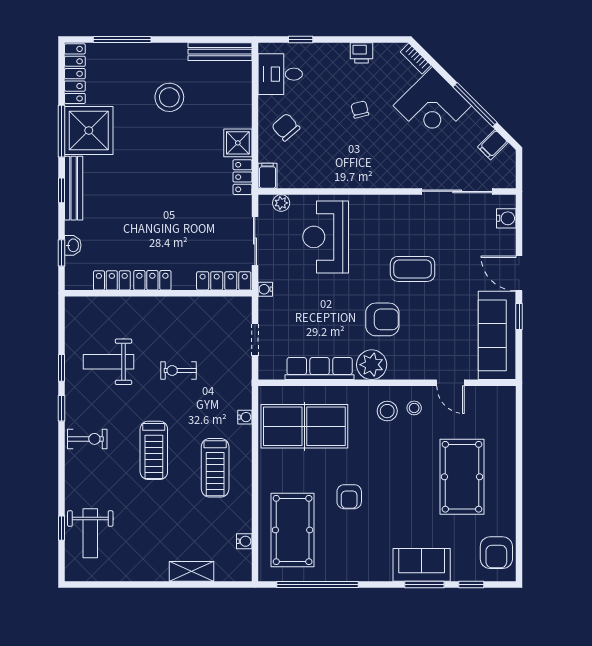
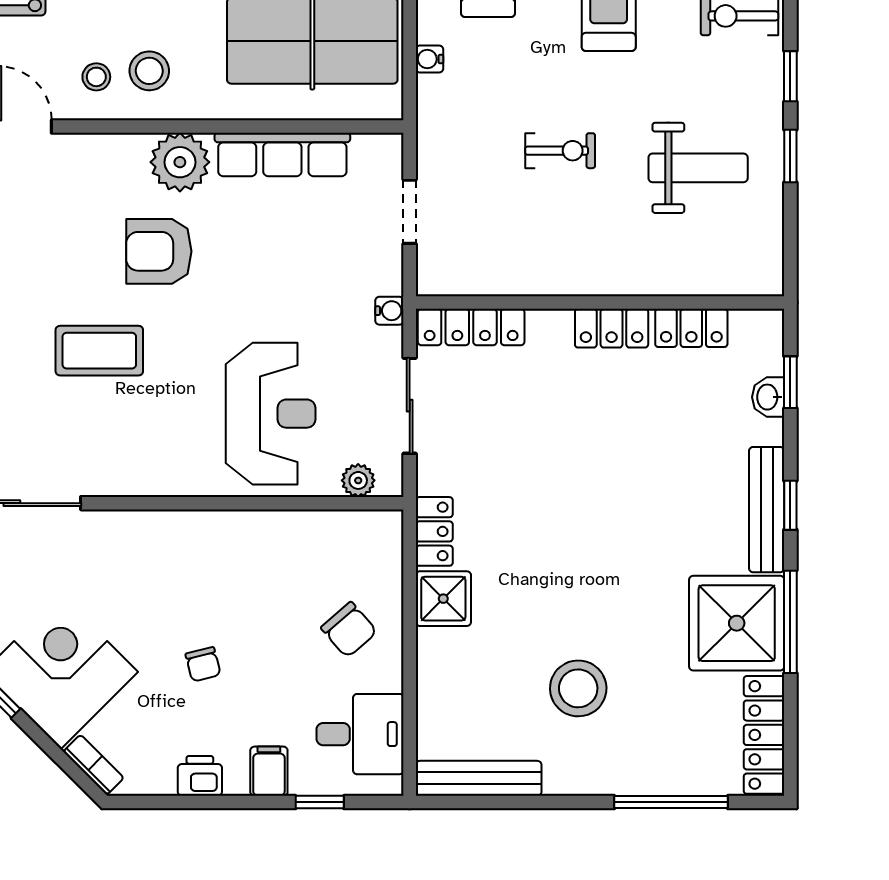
filing cabinet: (267, 176) -> (269, 771), moved, turned 180

